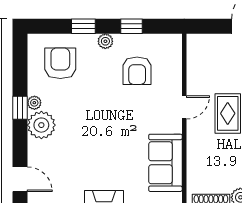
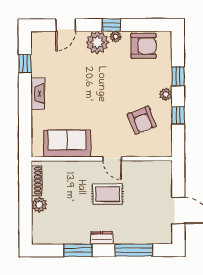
armchair: (60, 63) -> (144, 46), moved
armchair: (137, 71) -> (142, 120), turned -111
door: (20, 179) -> (66, 25), moved

